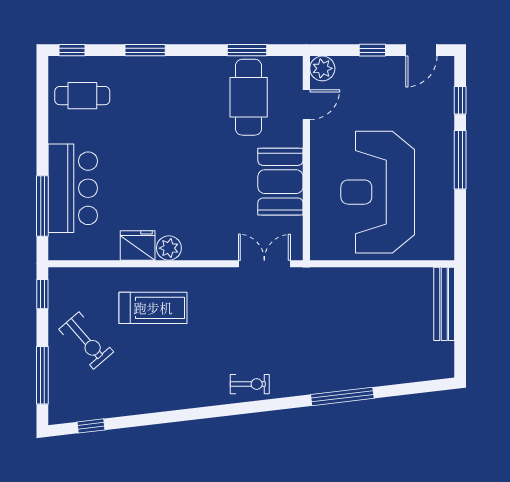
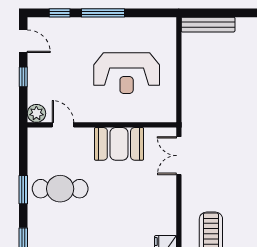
window: (247, 50) -> (23, 190), moved
cafe table: (249, 97) -> (60, 189), moved
reception desk: (378, 192) -> (127, 73), width x0.74, depth x0.77
plant: (169, 248) -> (167, 225), removed

